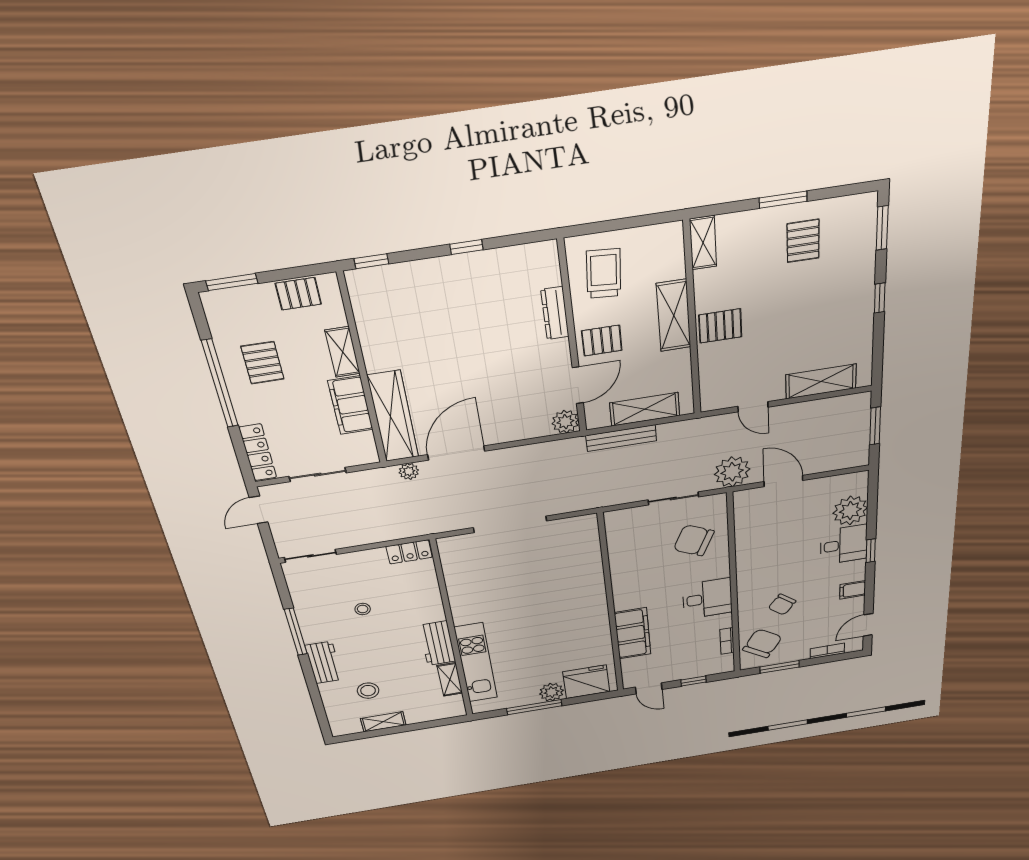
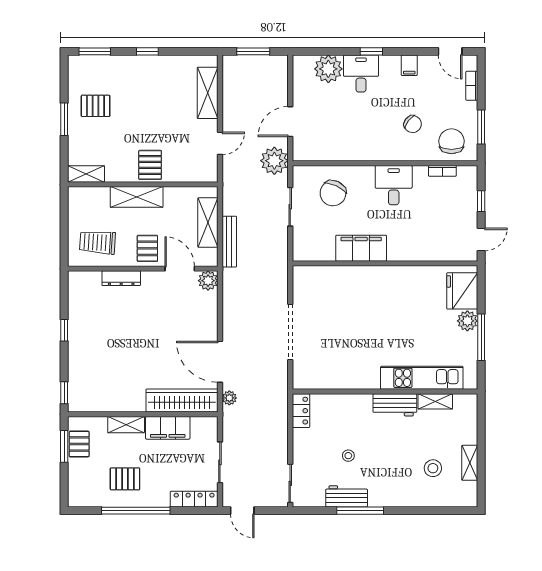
window: (232, 282) -> (64, 446), moved
filing cabinet: (633, 633) -> (361, 248), moved
chair: (762, 643) -> (451, 141), turned 57
workbench: (324, 662) -> (347, 496), moved

